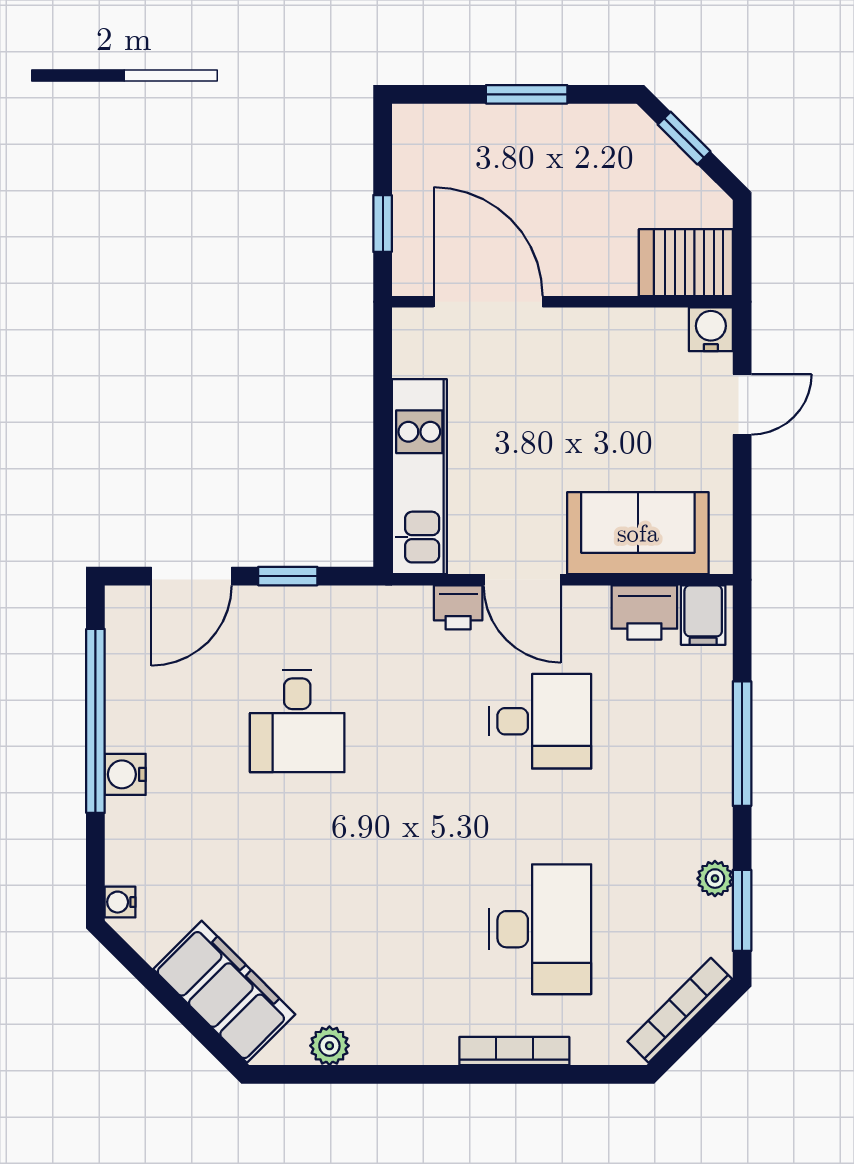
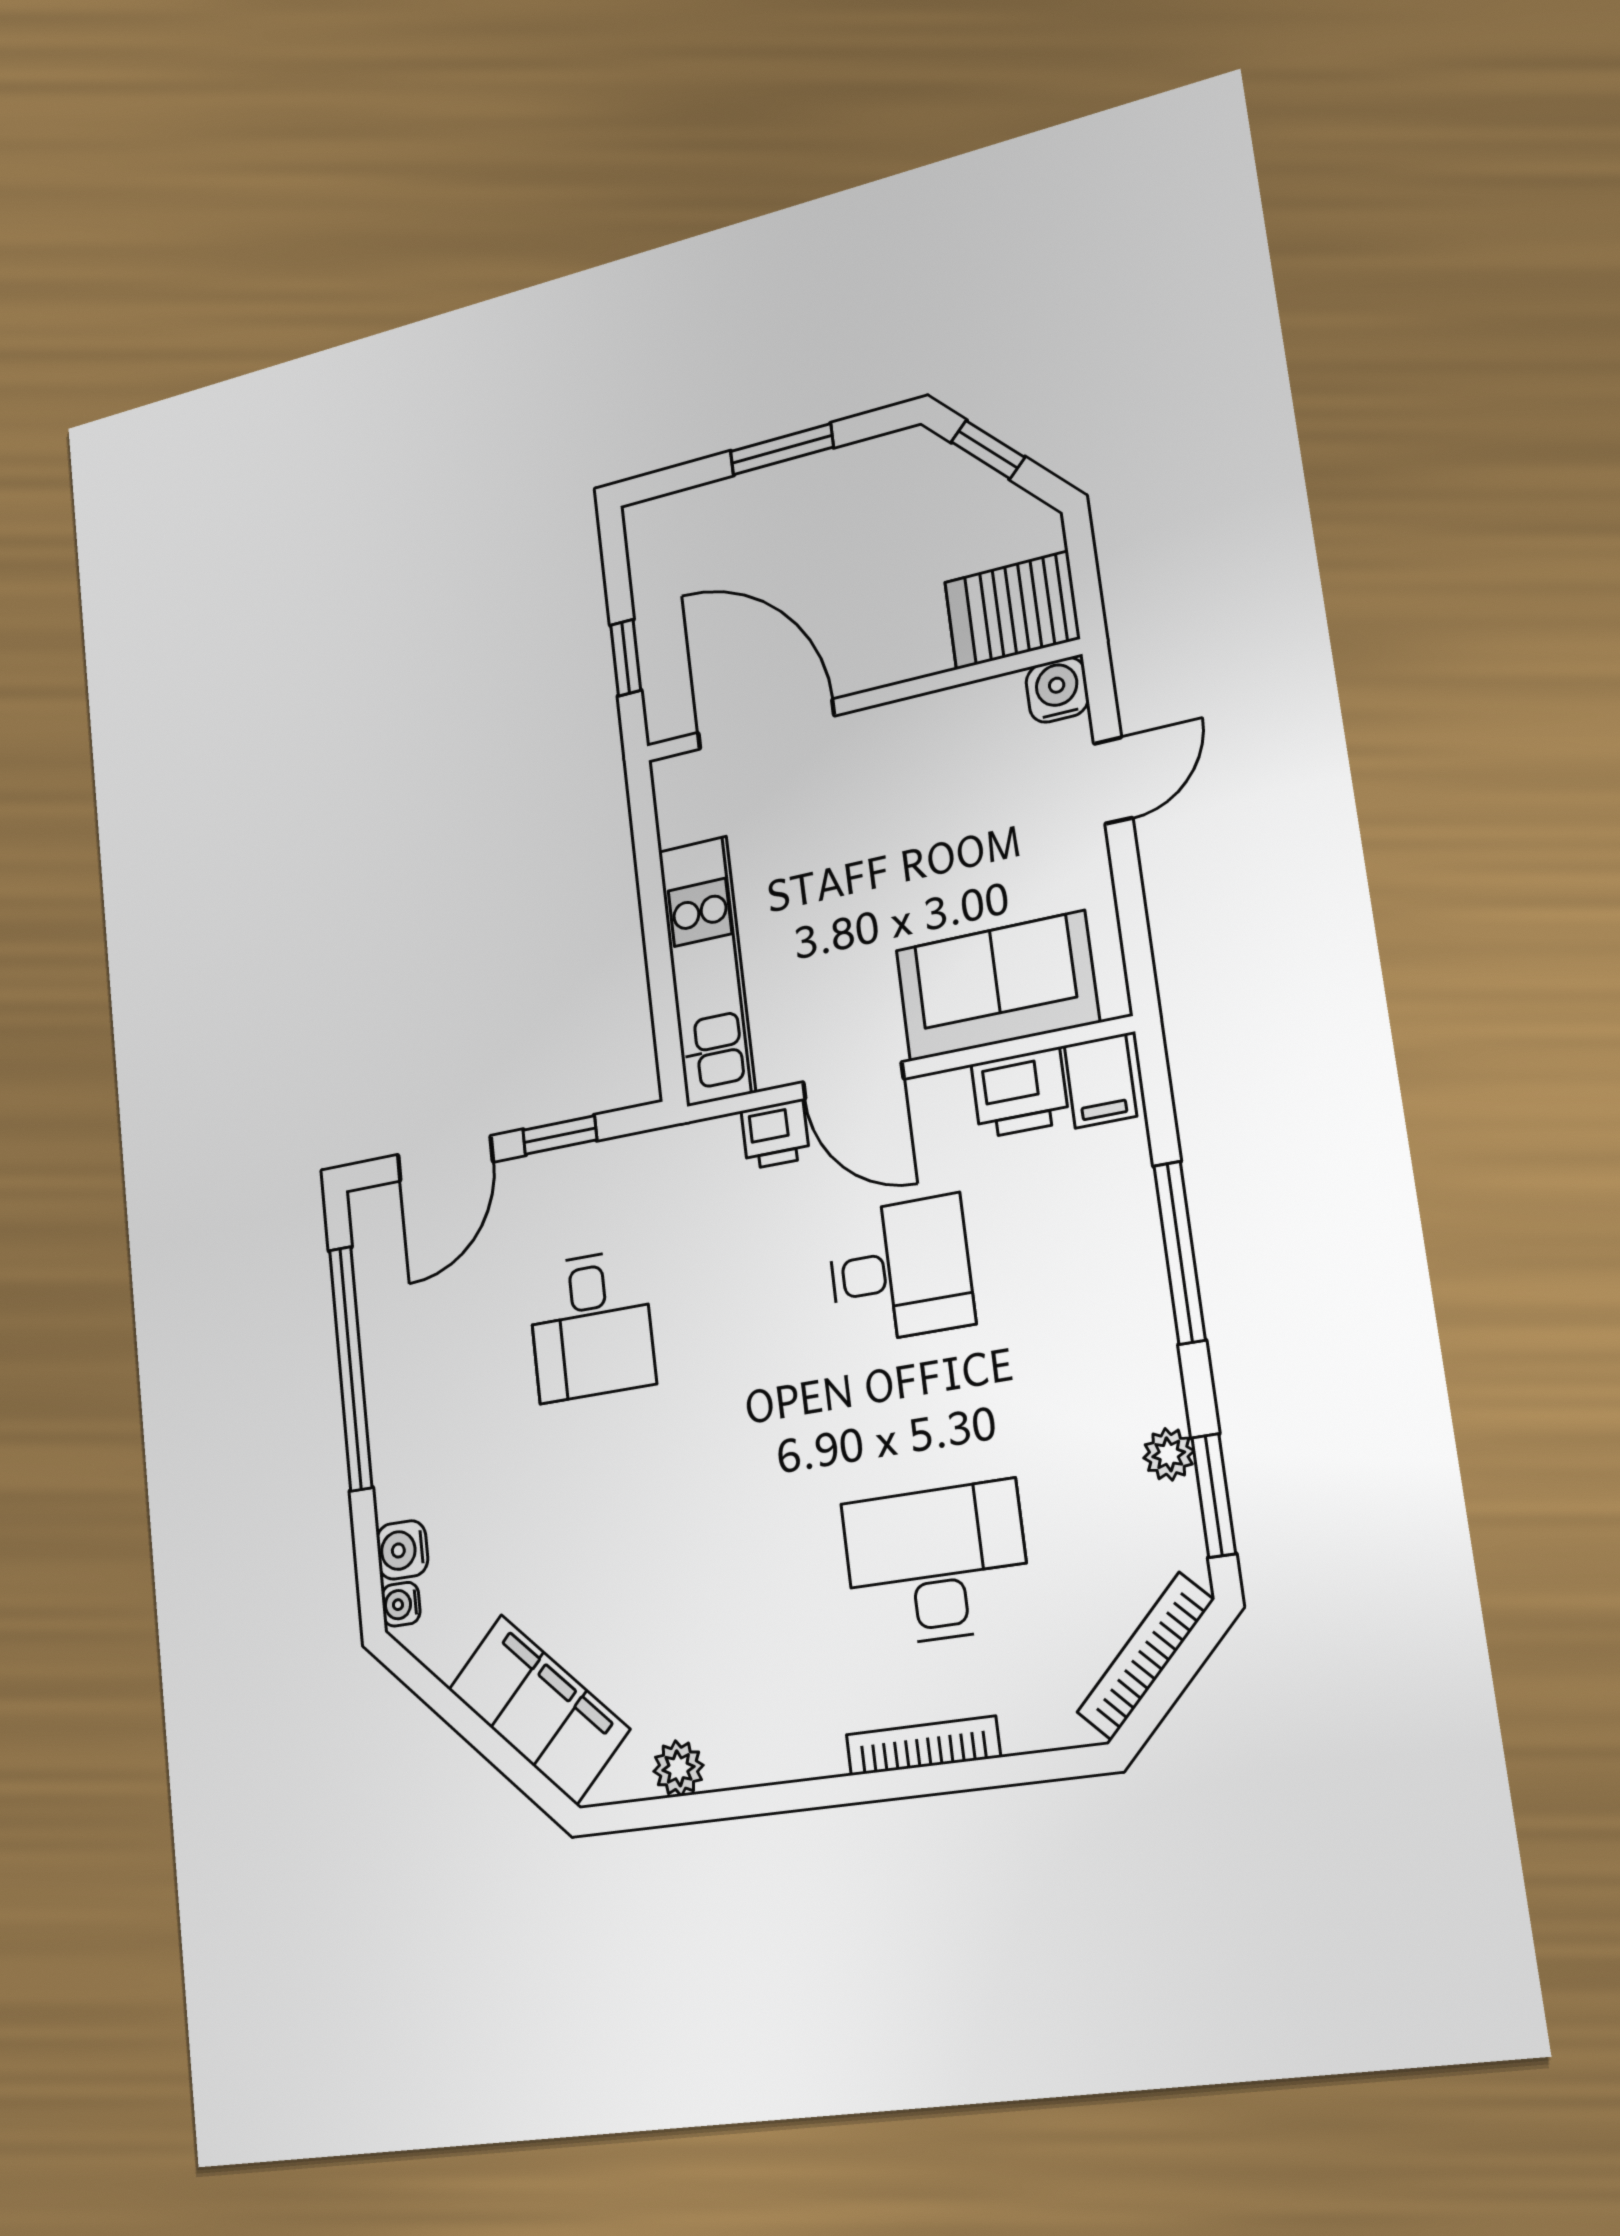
water cooler: (125, 774) -> (402, 1550), moved
desk: (540, 929) -> (936, 1564), turned -90

